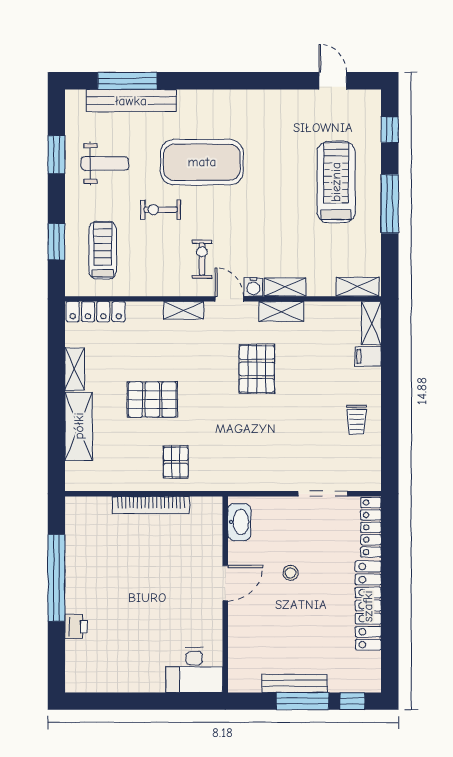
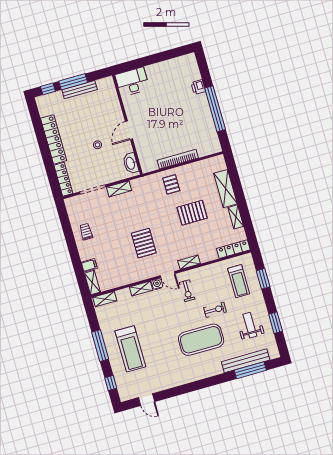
weight bench: (105, 163) -> (250, 325), turned 90
shelving: (281, 311) -> (119, 189), moved

